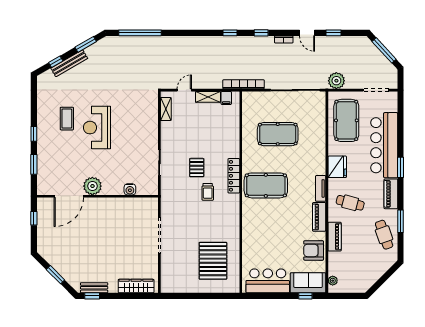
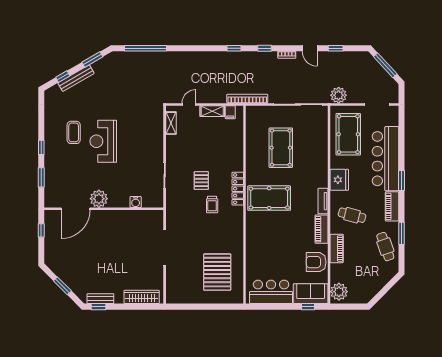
pool table: (278, 134) -> (281, 148), turned 90
plant: (333, 281) -> (339, 292), width x1.87, depth x1.87

